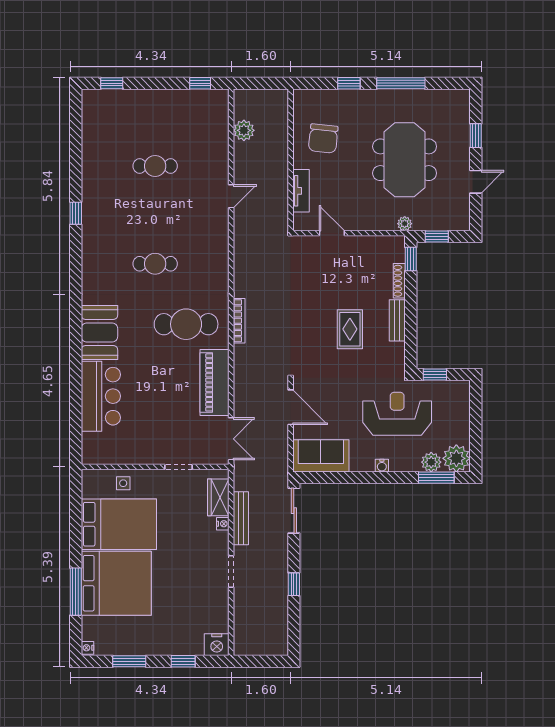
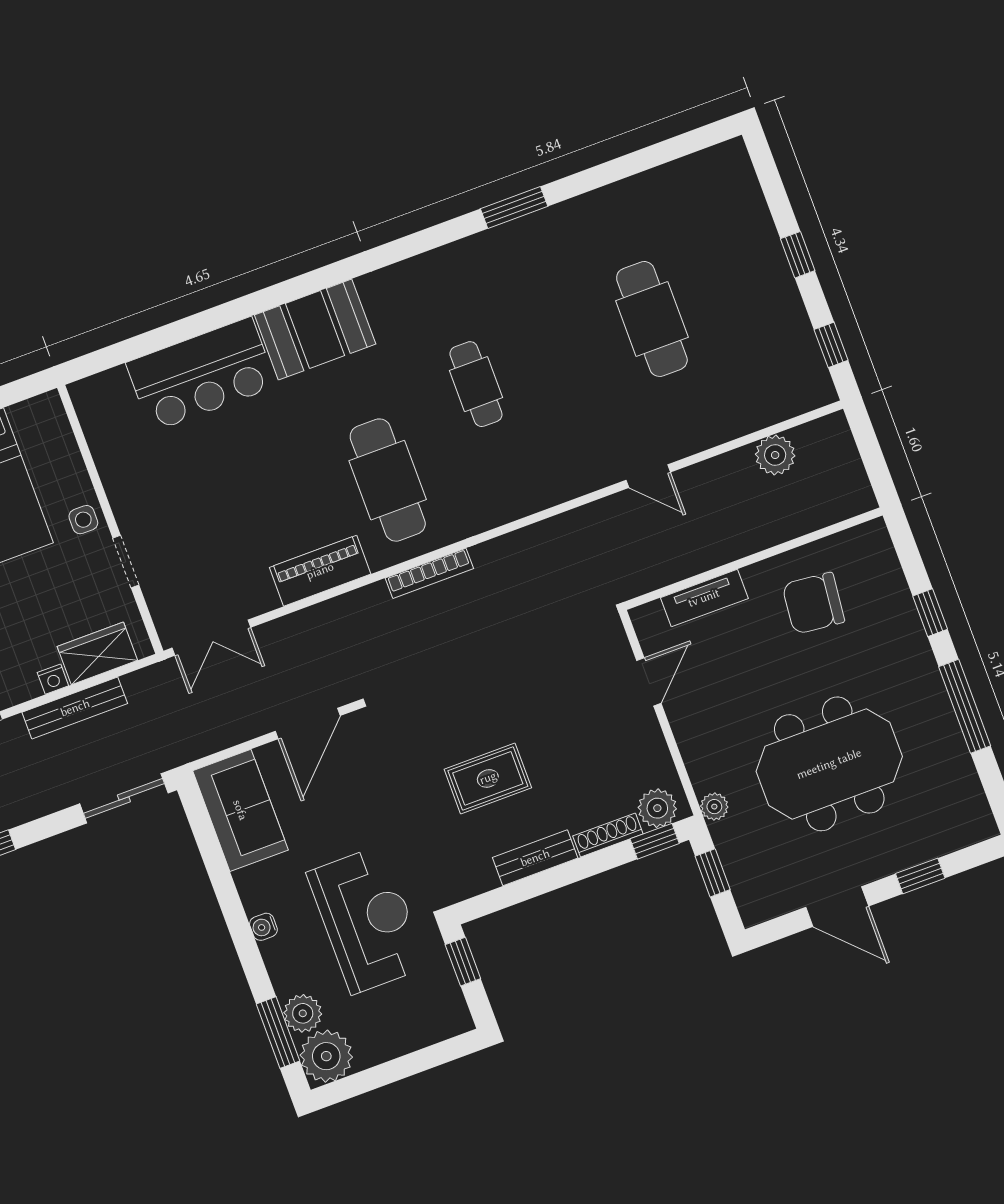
window: (112, 83) -> (798, 255), moved
cafe table: (155, 166) -> (652, 319), width x1.37, depth x1.35
door: (476, 182) -> (837, 907), width x1.38
window: (76, 213) -> (514, 207), width x1.50
plant: (395, 252) -> (657, 808), added
piano: (215, 382) -> (320, 571), width x0.73, depth x0.75
side table: (123, 483) -> (83, 520), moved

